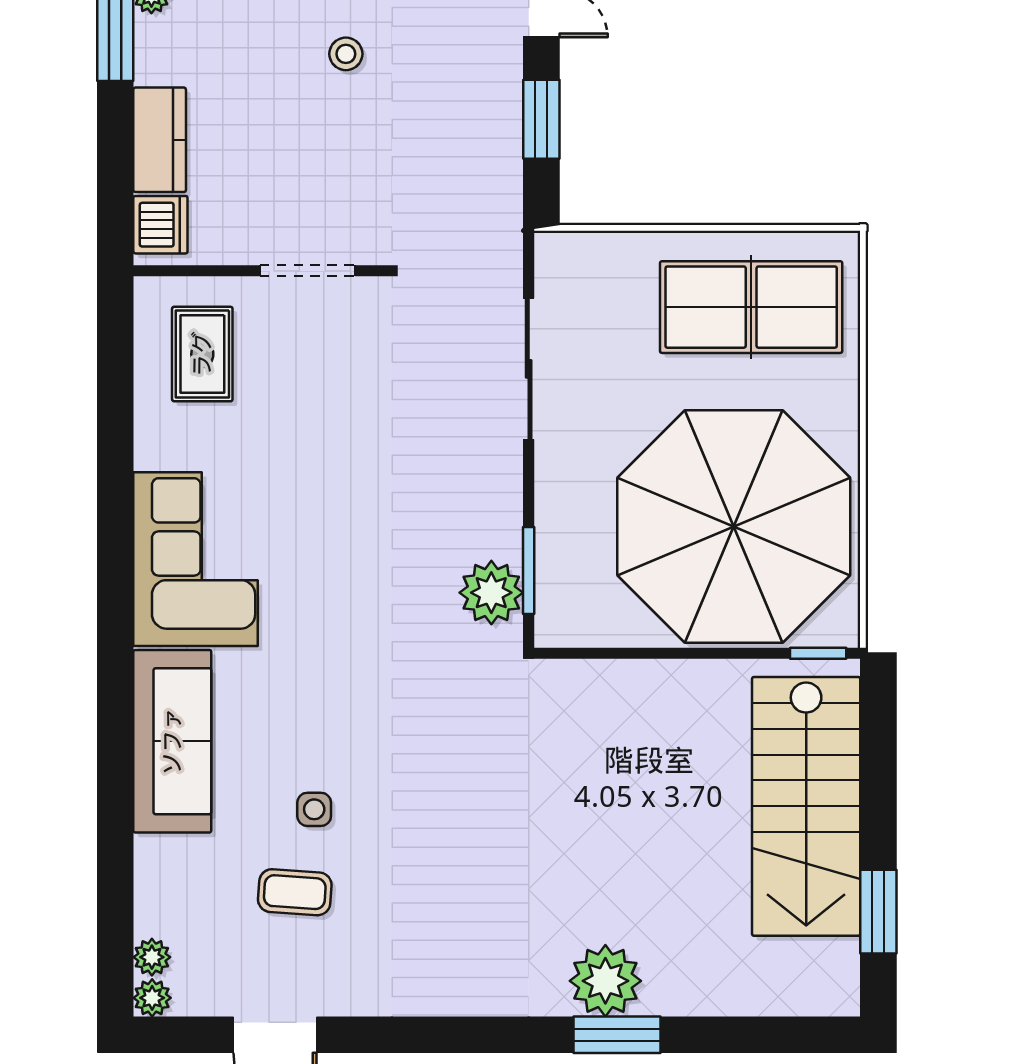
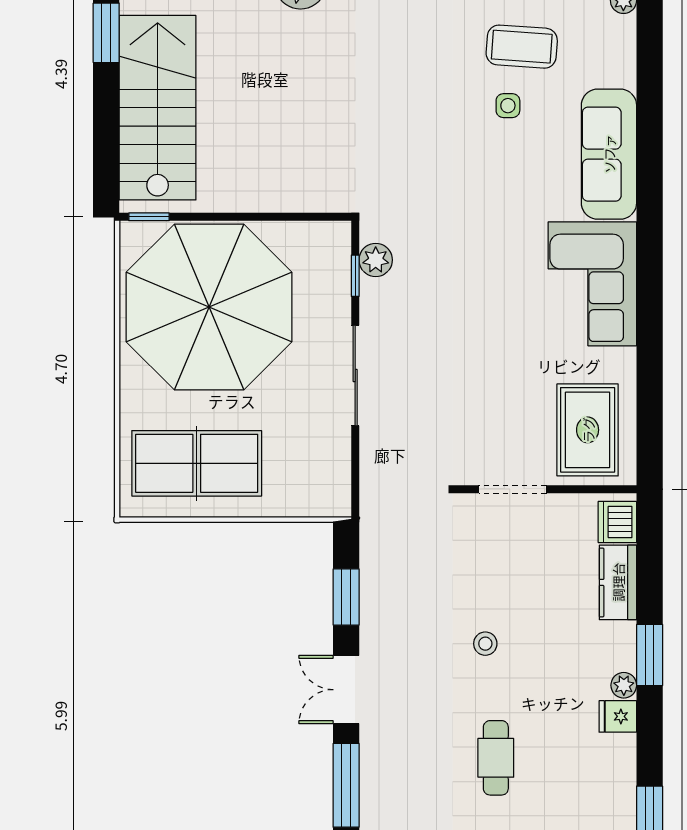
rug: (202, 354) -> (588, 430), width x1.36, depth x1.43
sliding door: (529, 369) -> (355, 375), moved
window: (529, 570) -> (355, 276), width x0.67
plant: (491, 593) -> (376, 260), width x0.73, depth x0.73
coffee table: (295, 892) -> (522, 47), width x1.36, depth x1.30

